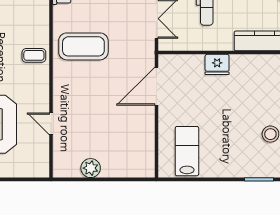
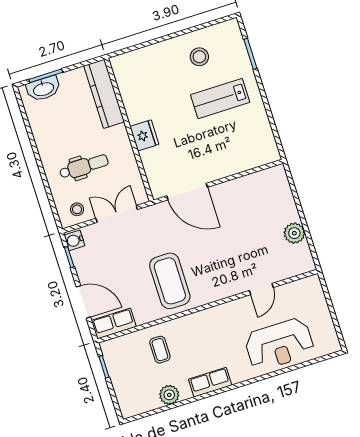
coffee table: (34, 55) -> (160, 350), moved
lab bench: (187, 151) -> (220, 99), moved

